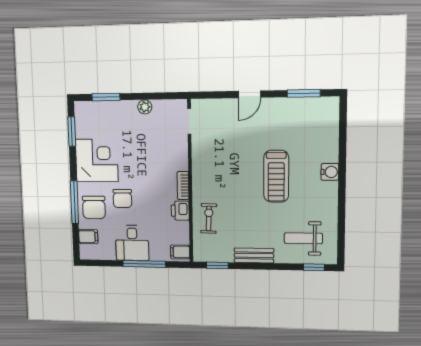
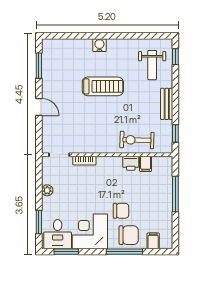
bookcase: (183, 186) -> (84, 161), moved
exercise bike: (209, 218) -> (137, 140), width x1.38, depth x1.39
desk: (132, 243) -> (58, 234), moved, turned 90
filing cabinet: (180, 252) -> (146, 164), moved

